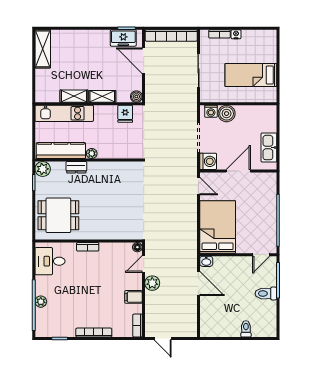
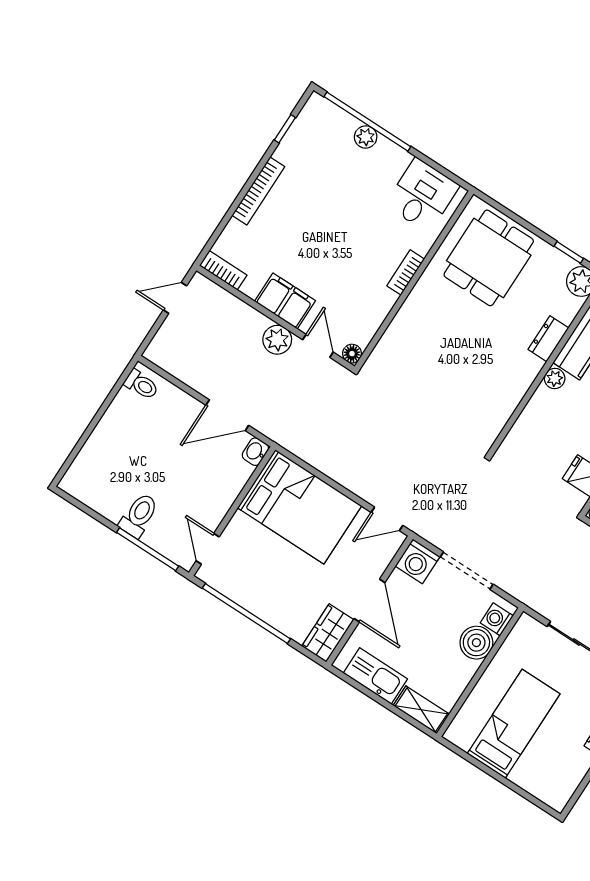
shelving: (271, 118) -> (421, 710), added
wardrobe: (264, 180) -> (328, 633), added
filing cabinet: (133, 297) -> (285, 301), width x2.00
toilet: (246, 329) -> (141, 385), moved

